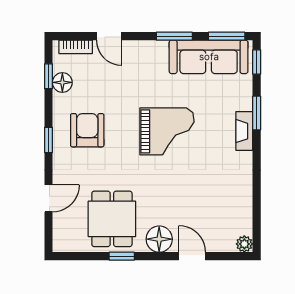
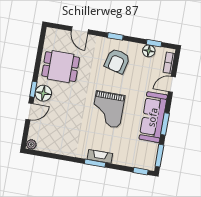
sofa: (209, 57) -> (153, 117), moved
window: (257, 113) -> (95, 163), moved
armchair: (87, 130) -> (117, 61), turned 104
window: (122, 256) -> (33, 89), moved

